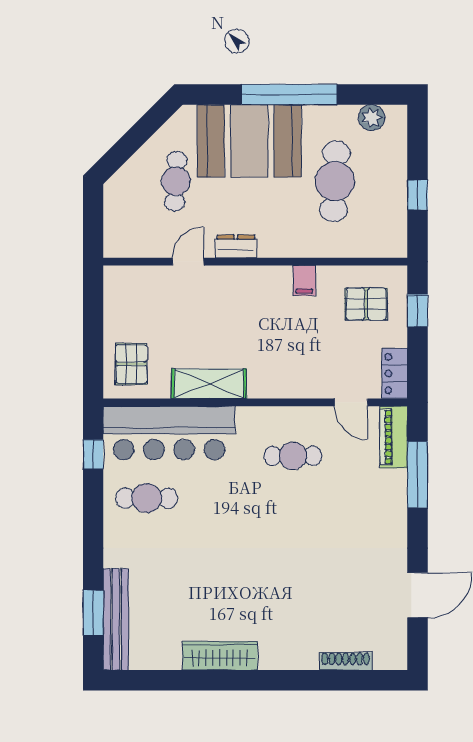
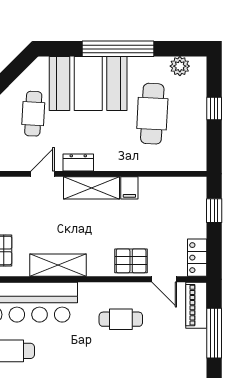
window: (417, 195) -> (214, 108), moved
shelving: (254, 280) -> (91, 188), added
pallet: (366, 304) -> (131, 261), moved

